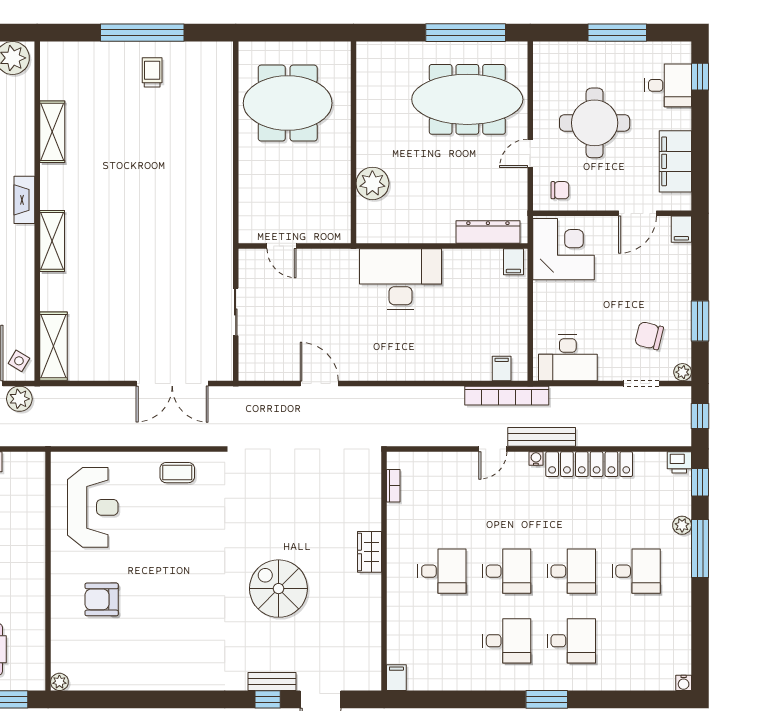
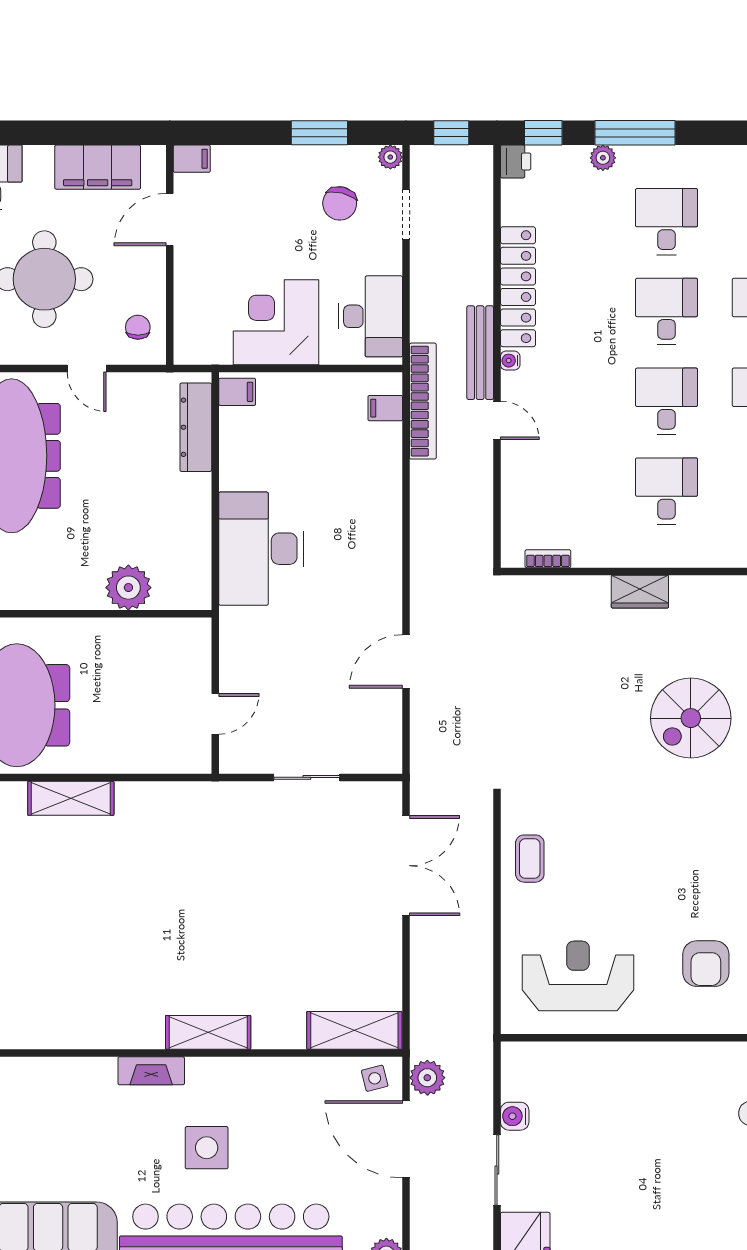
shelving: (52, 132) -> (71, 798), moved
door: (638, 213) -> (170, 220), swing flipped
corner desk: (564, 249) -> (276, 322), moved
side table: (19, 361) -> (375, 1078), turned 45

